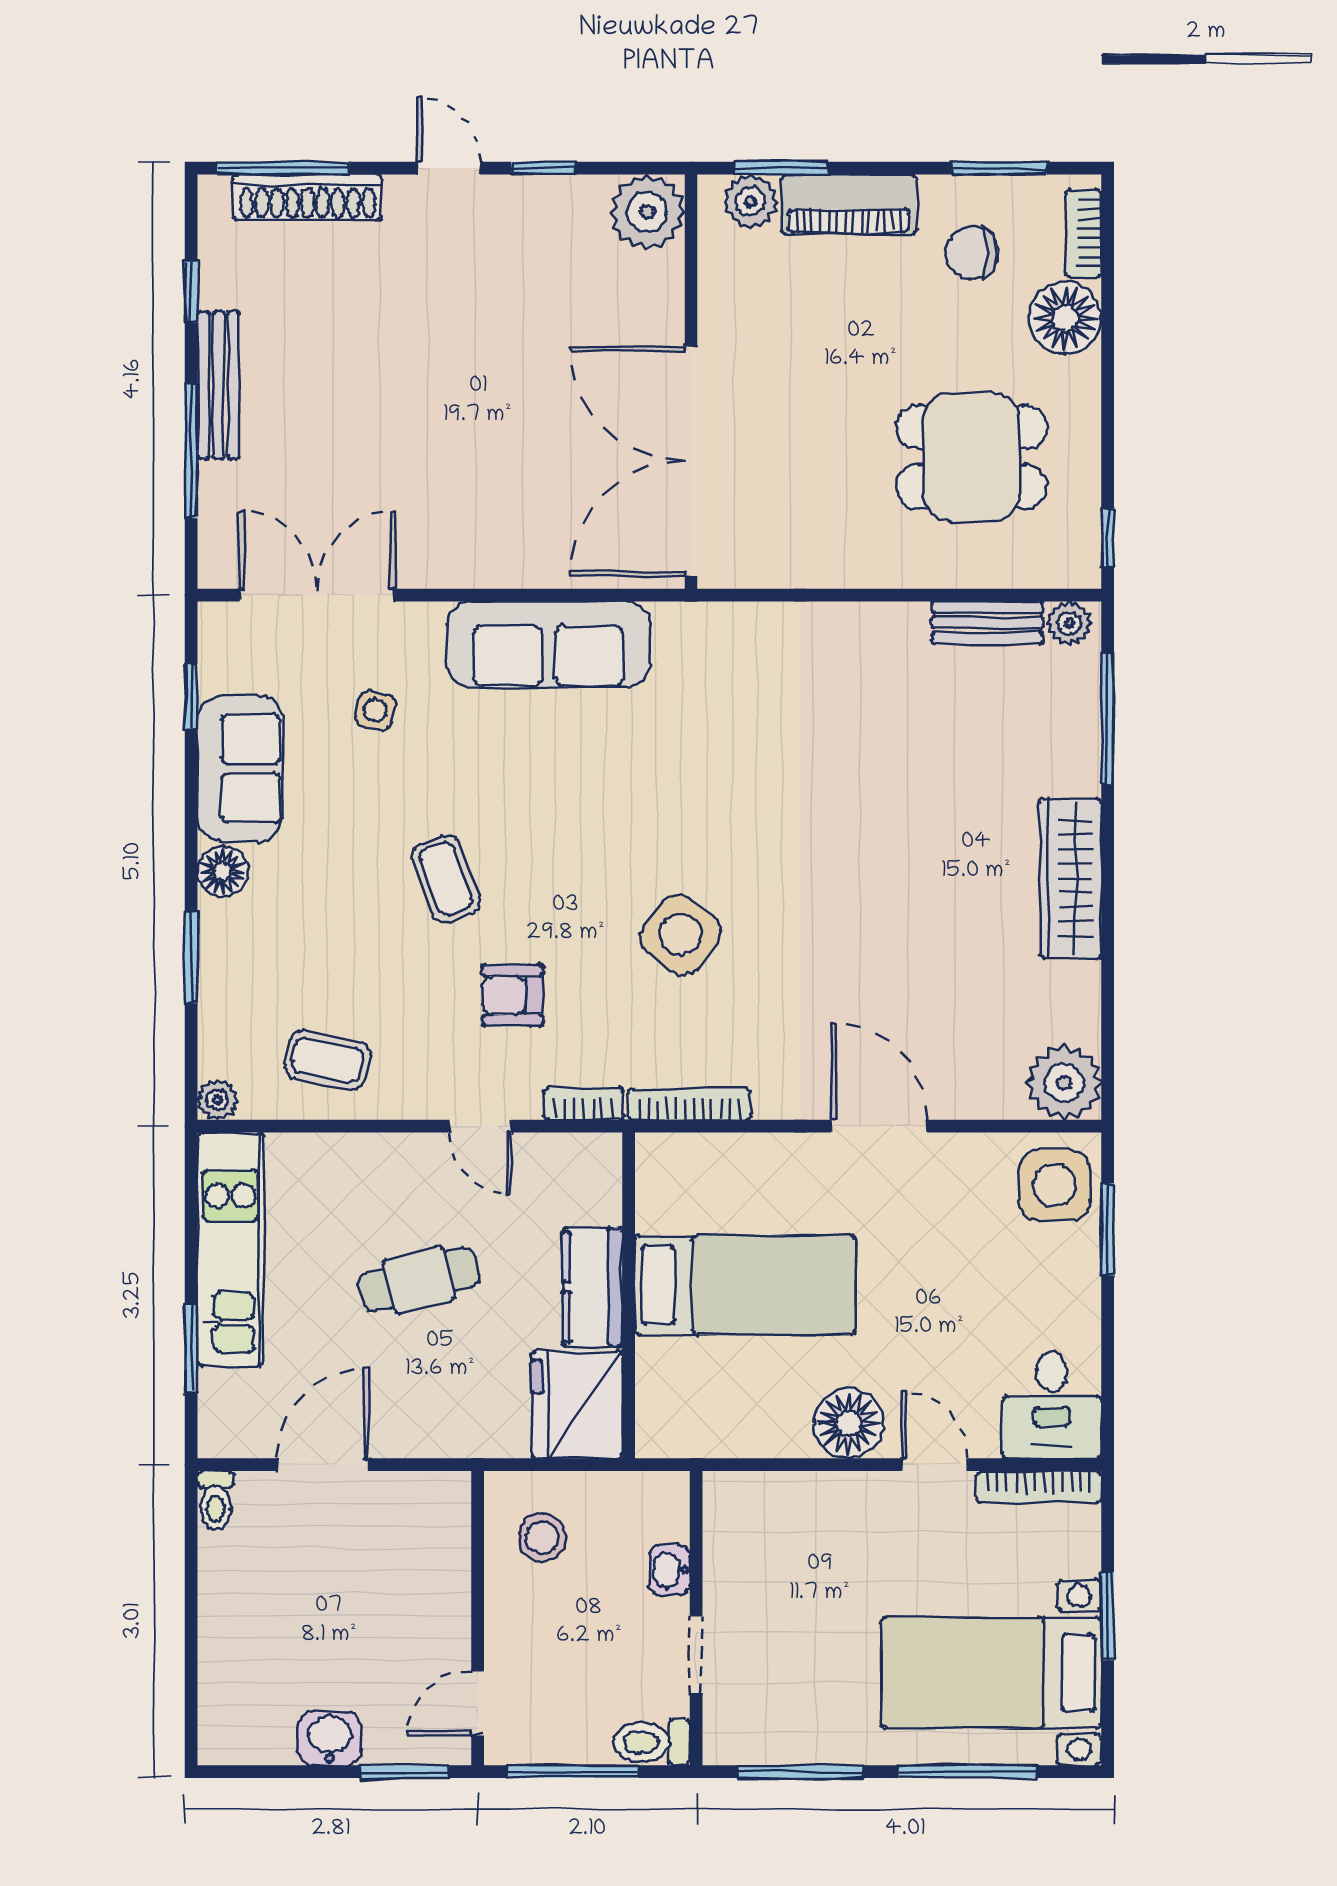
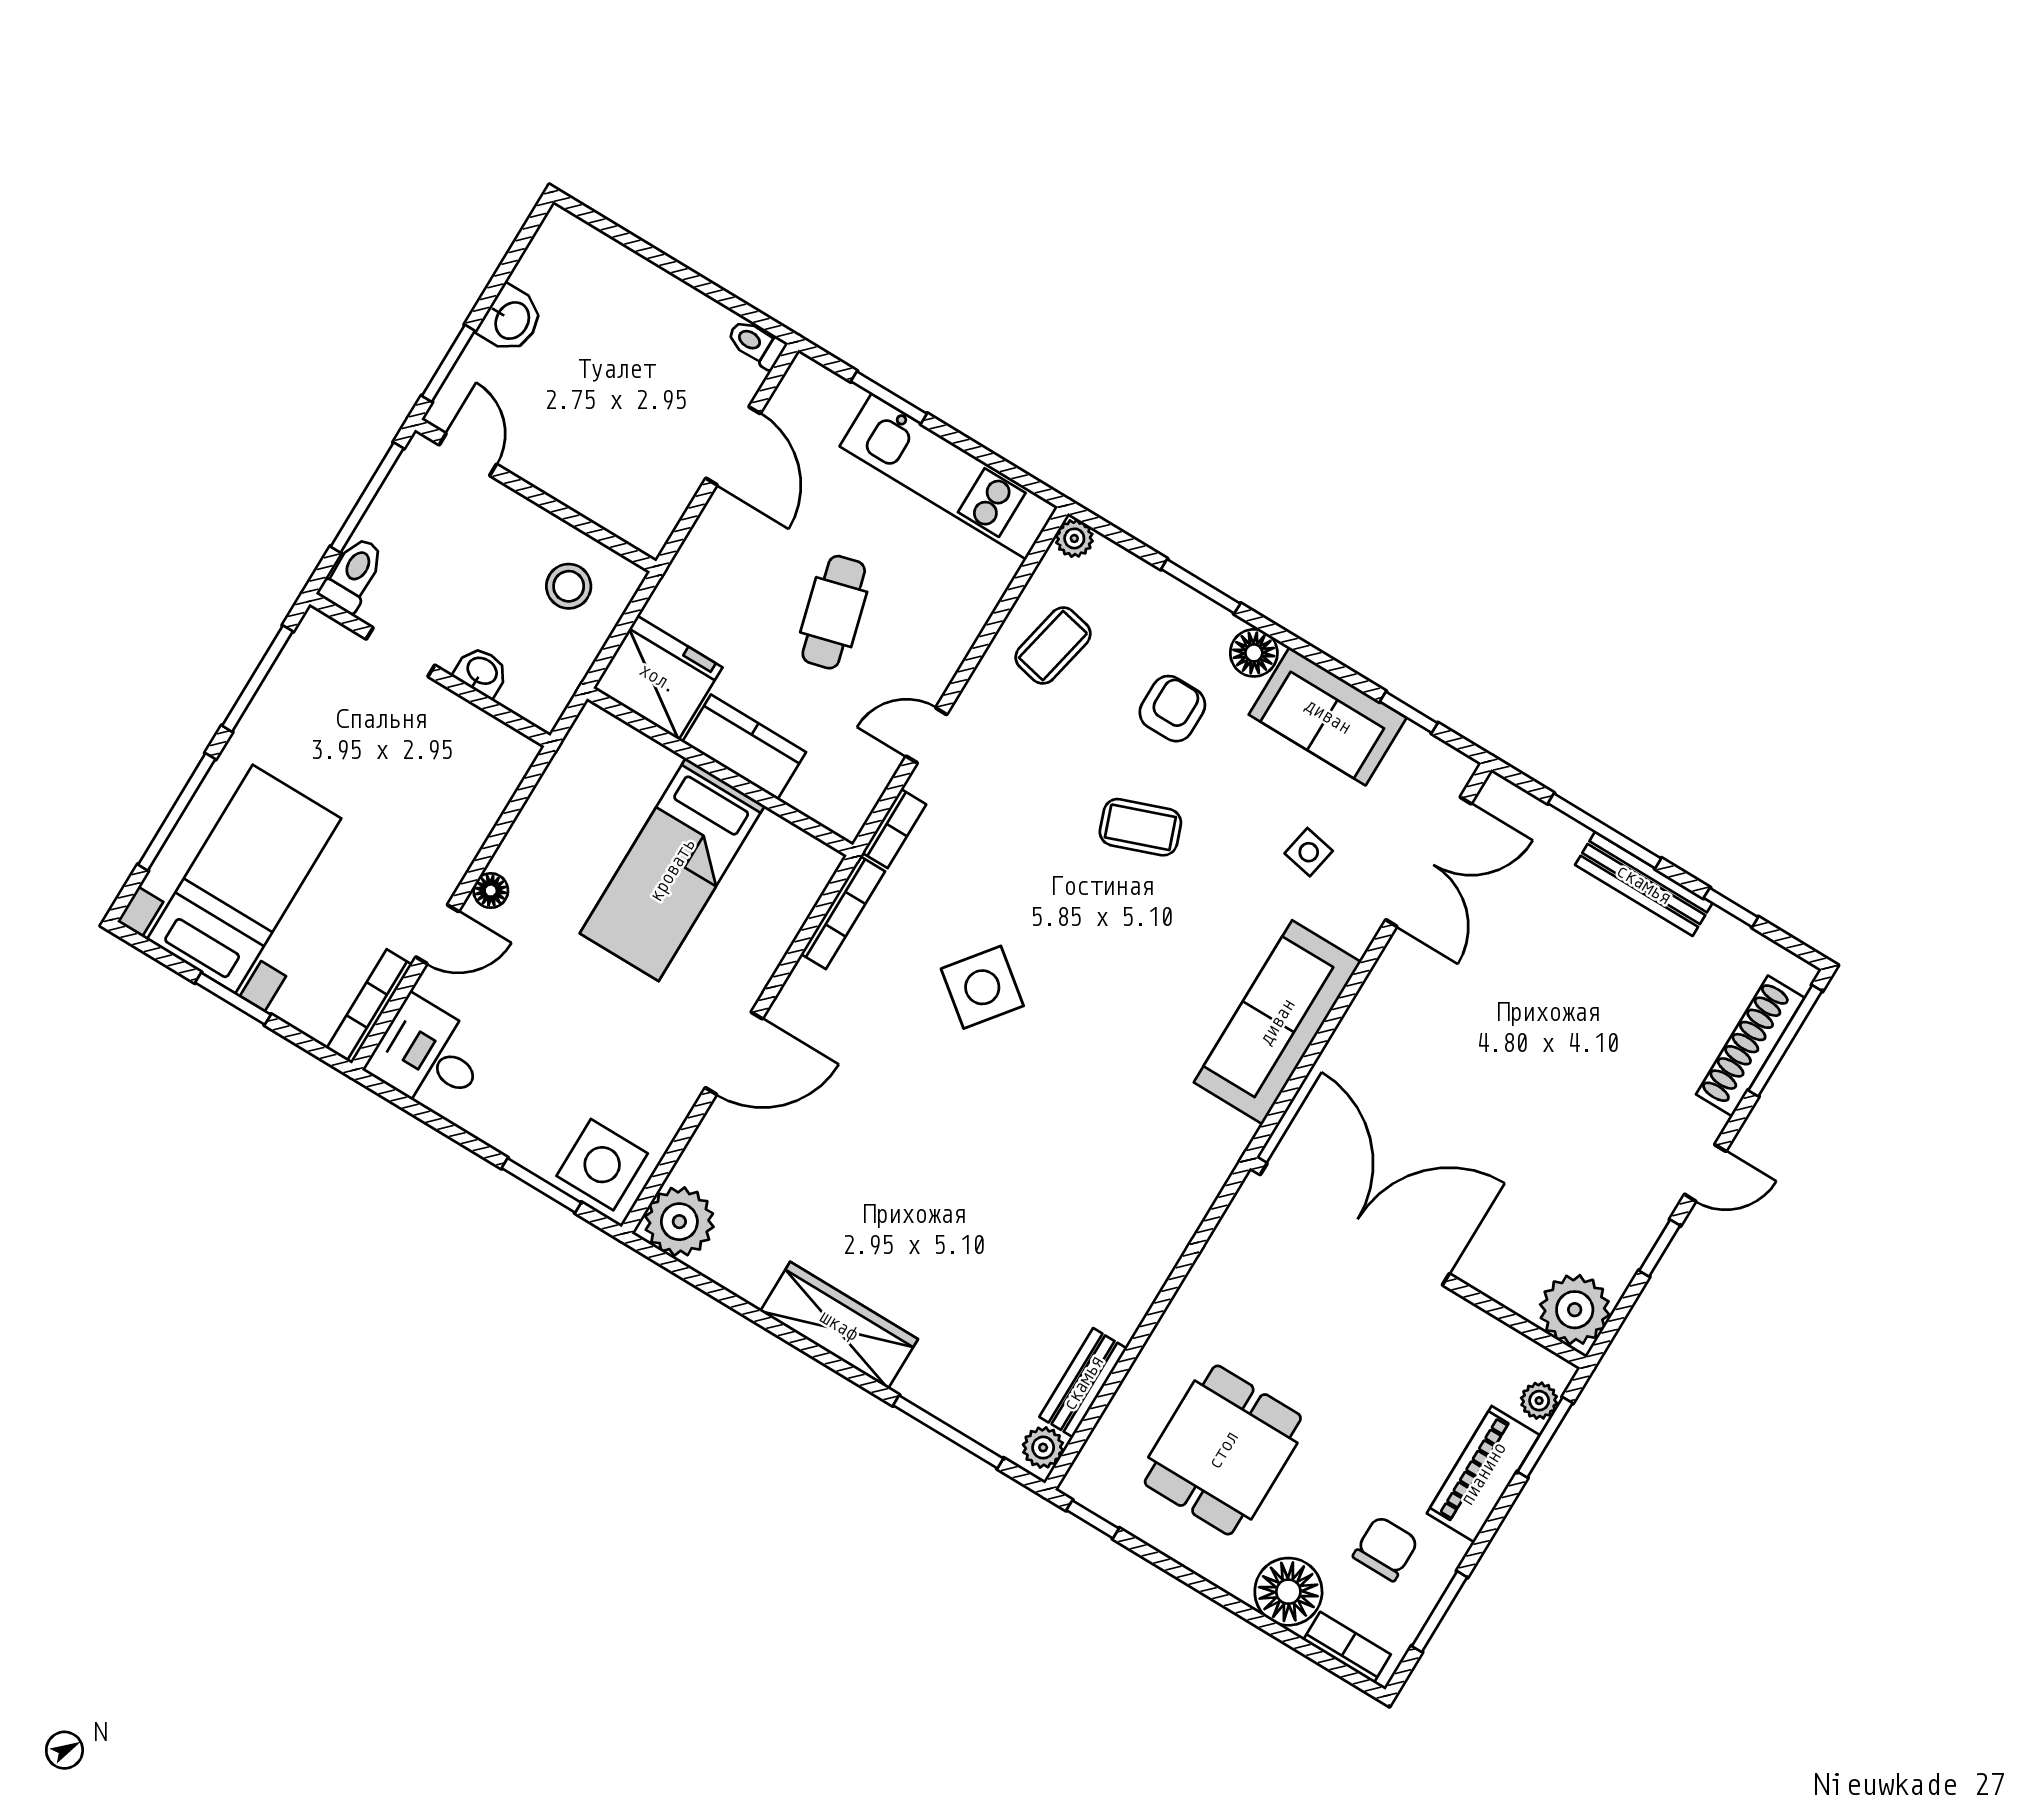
plant: (750, 201) -> (1539, 1401), width x0.73, depth x0.73
armchair: (512, 995) -> (1172, 709), moved
floor lamp: (849, 1423) -> (491, 891), width x0.53, depth x0.53

